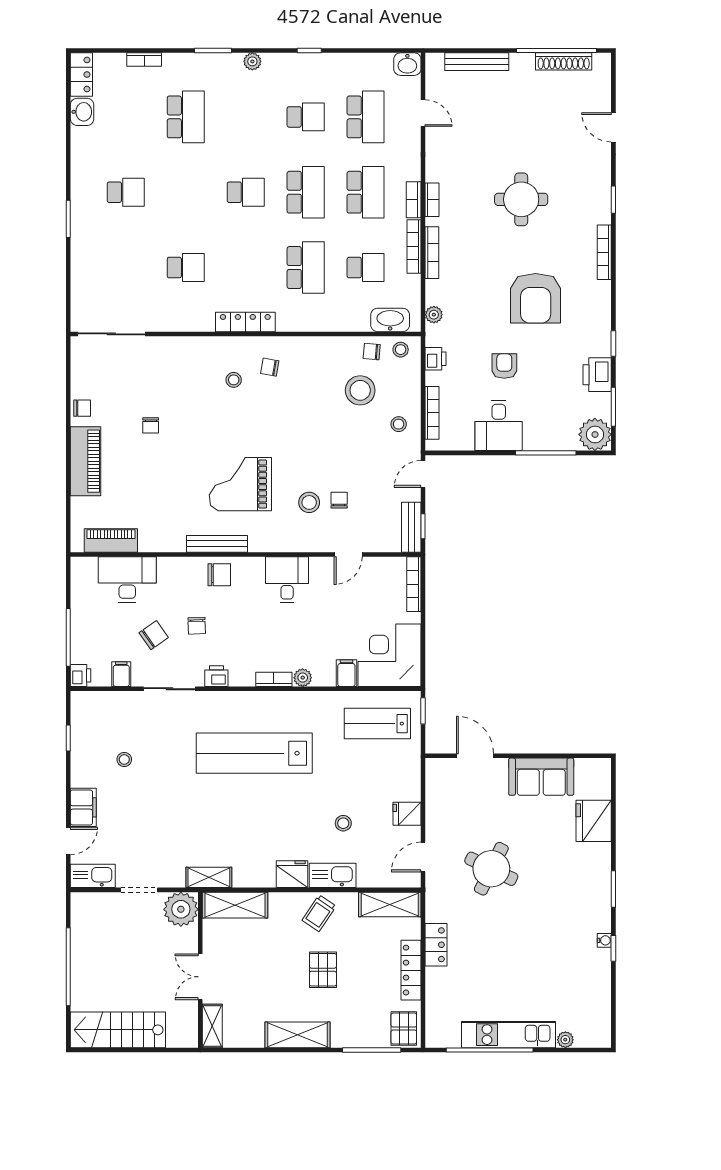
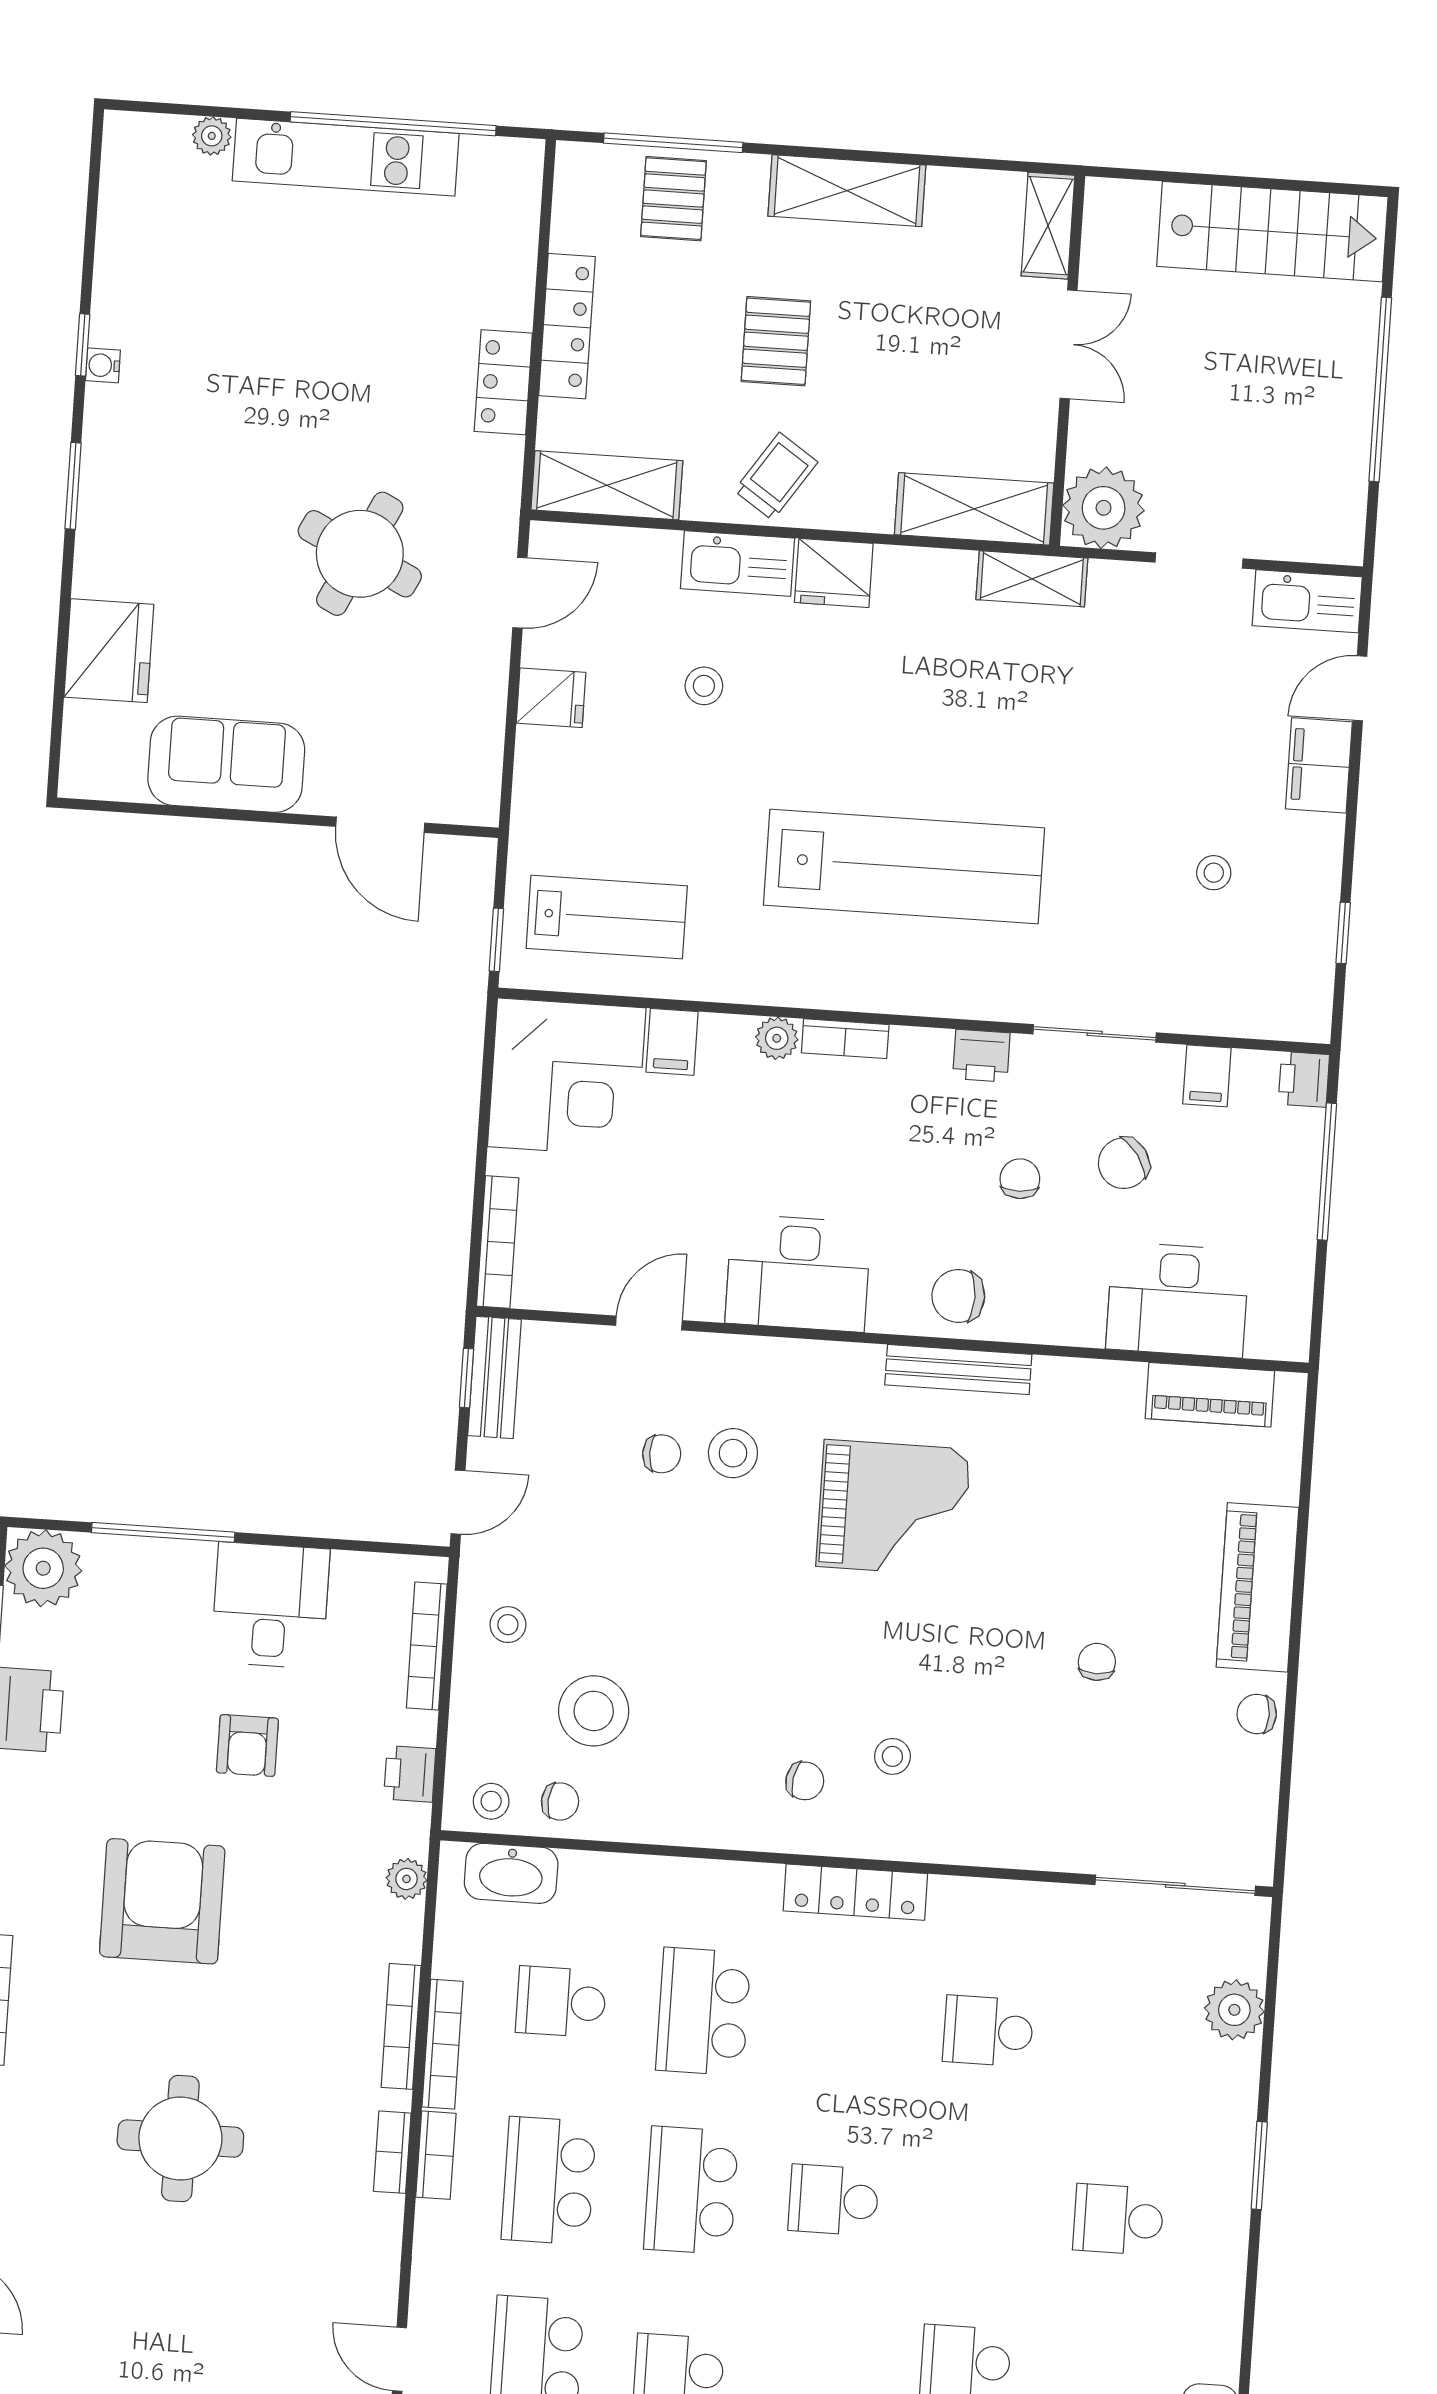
plant: (83, 283) -> (1234, 2010), added
chair: (339, 500) -> (662, 1454), turned -90
desk: (287, 580) -> (798, 1273), width x1.37
pallet: (404, 1029) -> (673, 199), moved

